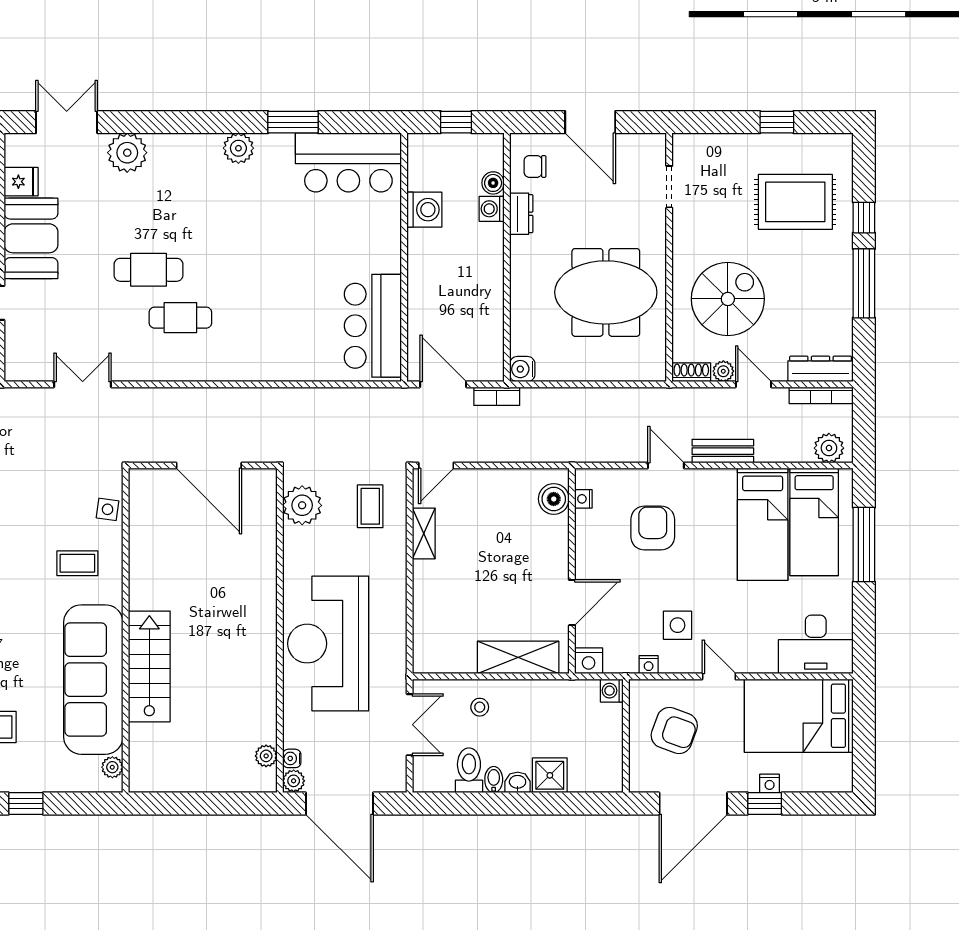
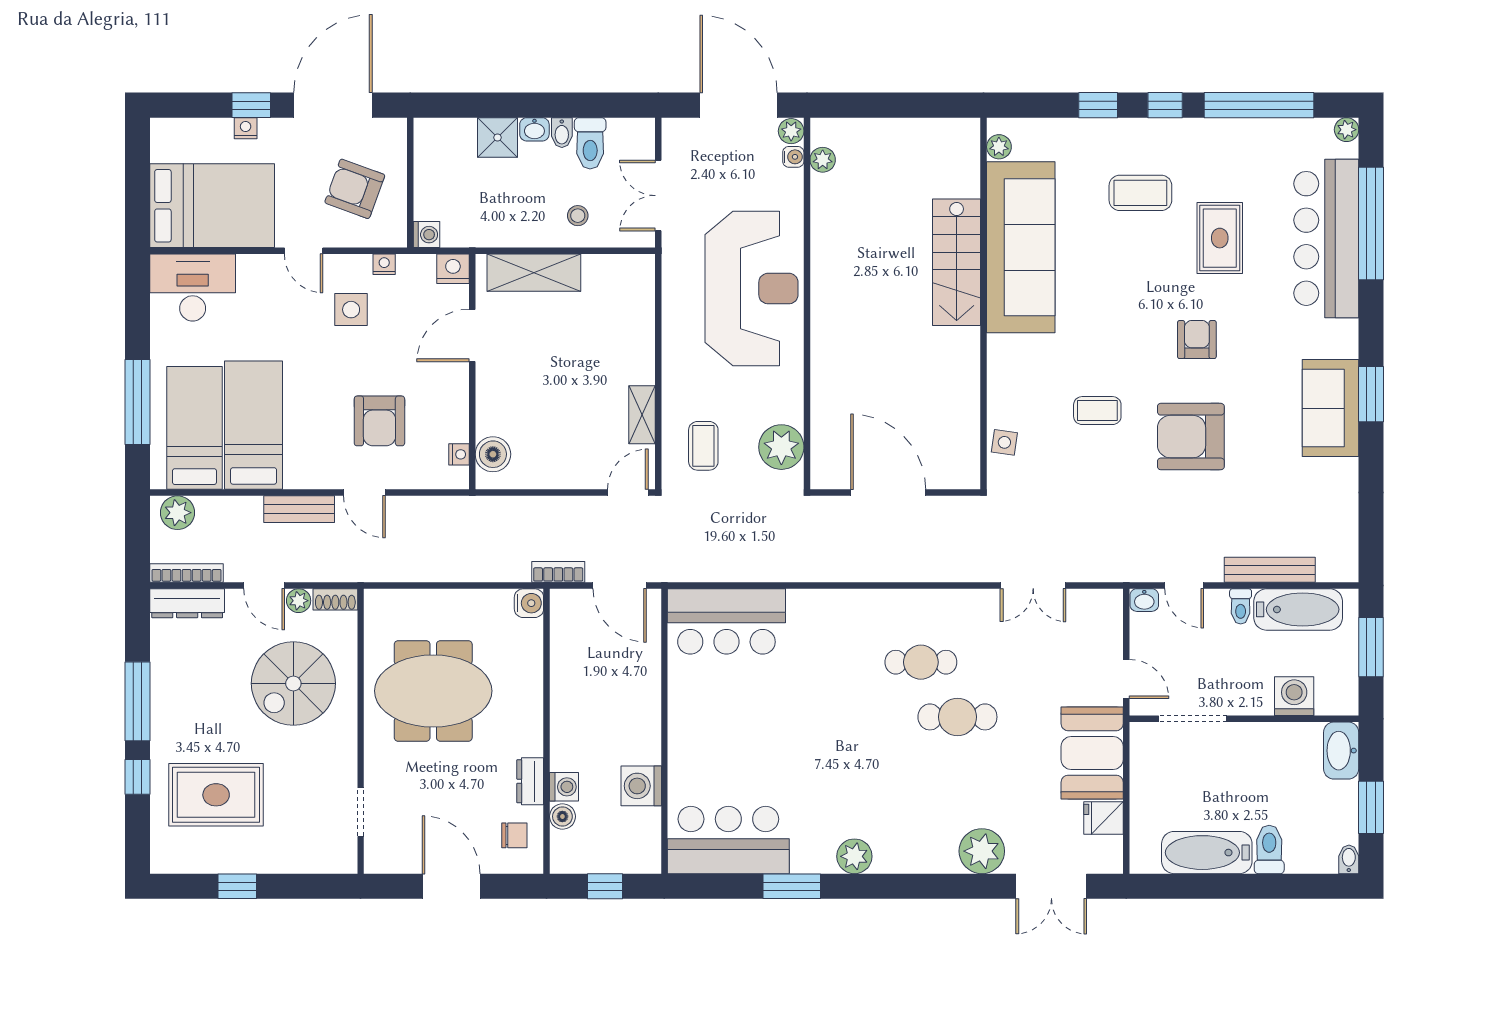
bar counter: (373, 326) -> (726, 621), moved, turned 90
coffee table: (77, 563) -> (1097, 411), moved

